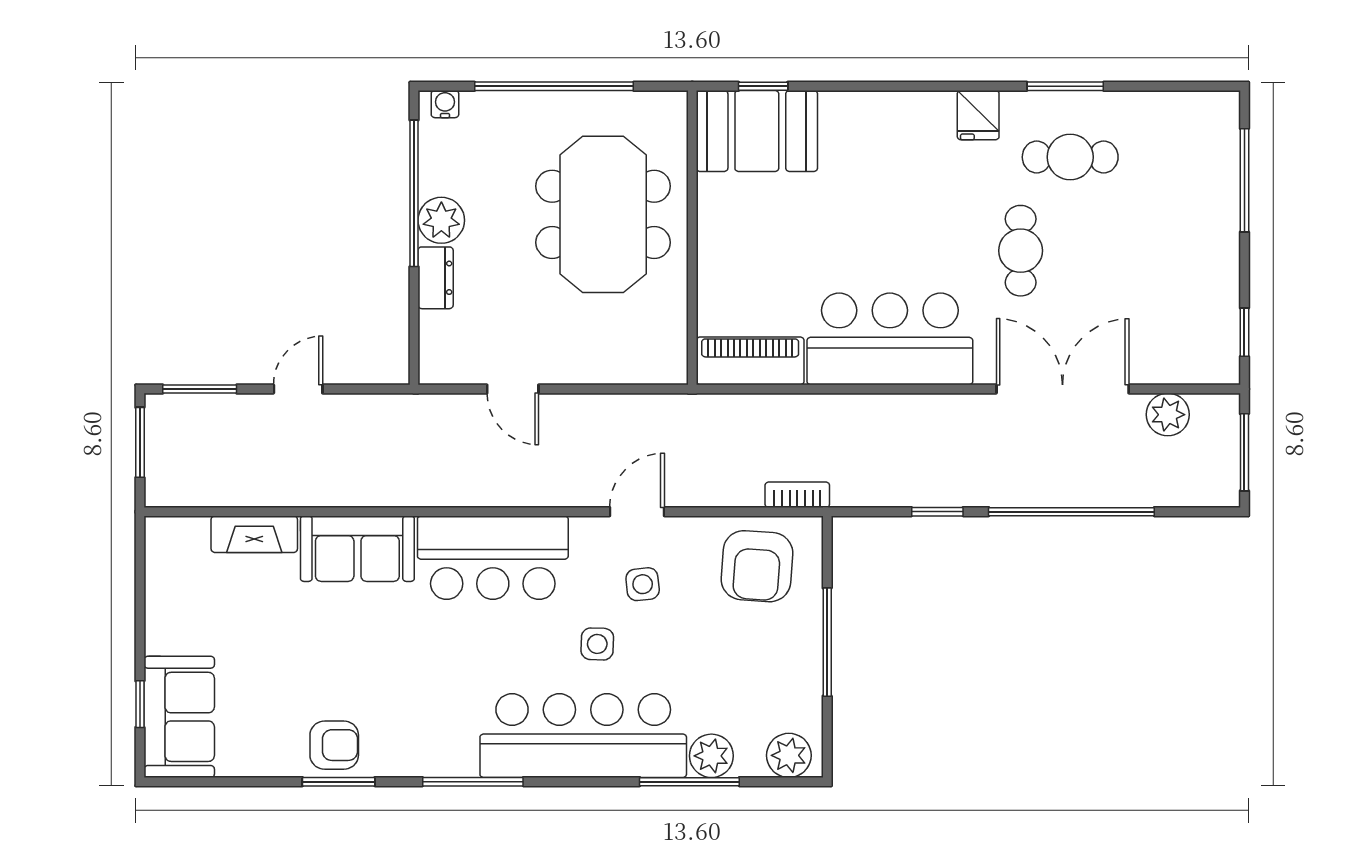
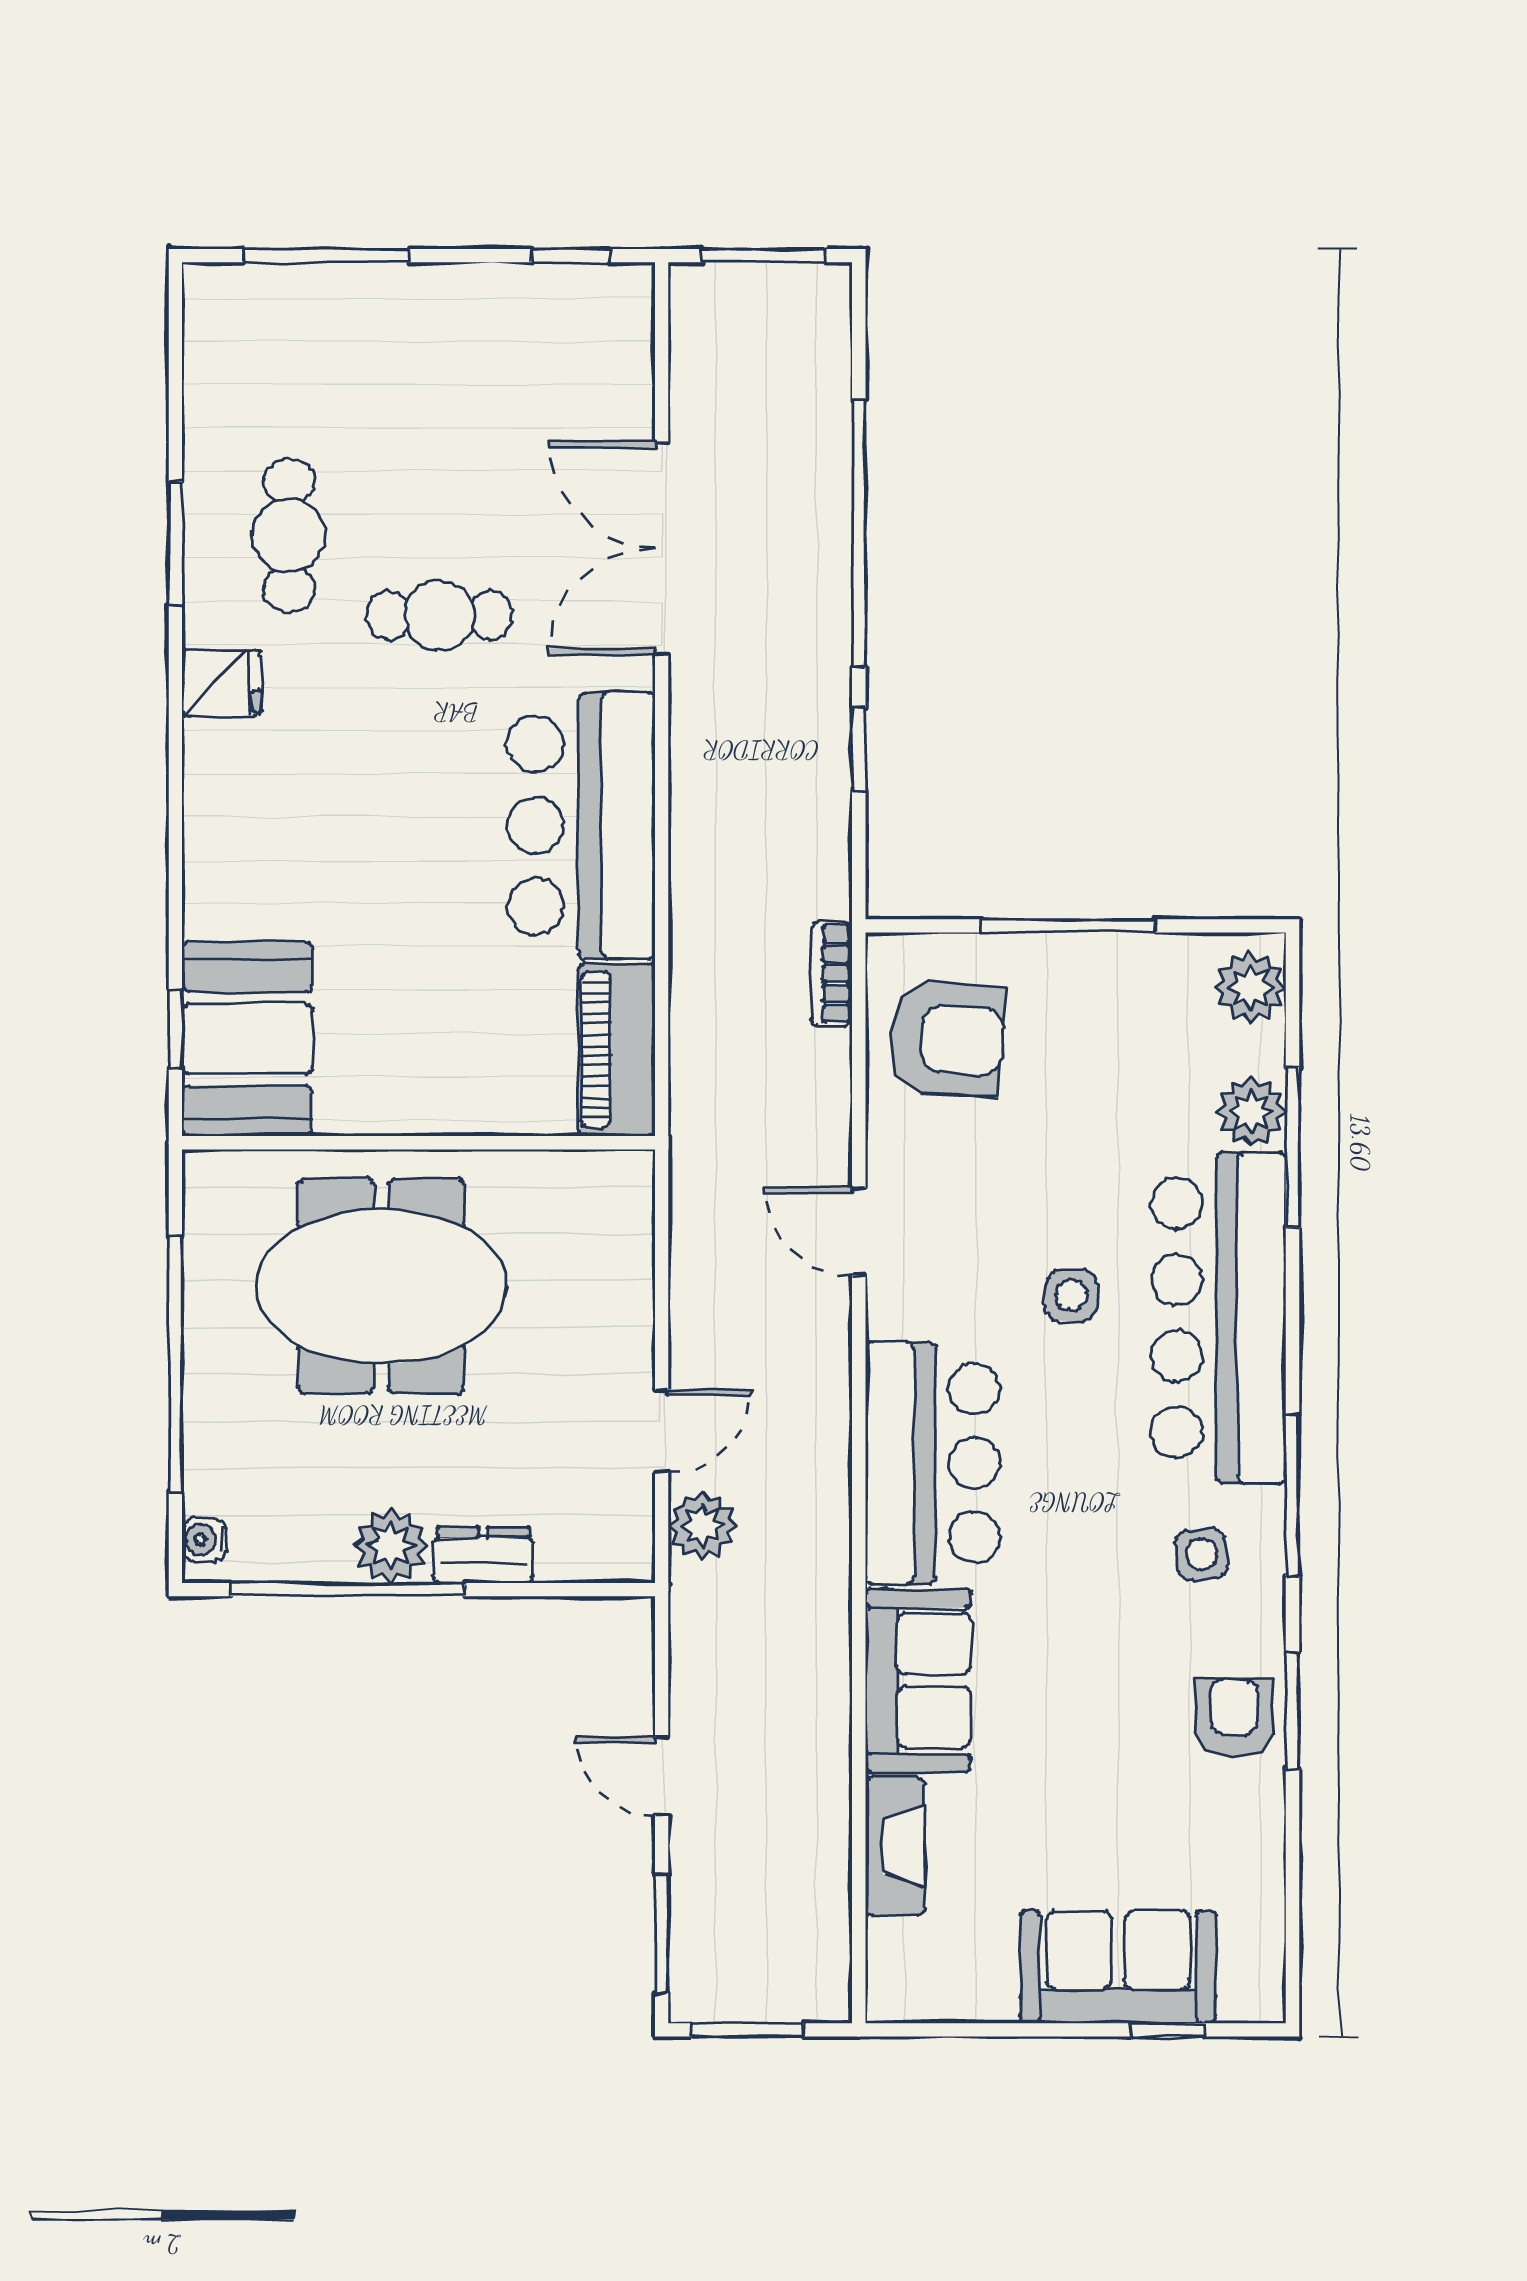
plant: (1168, 415) -> (703, 1526), moved
side table: (643, 584) -> (1202, 1554), moved
sofa: (179, 717) -> (1118, 1967), moved

